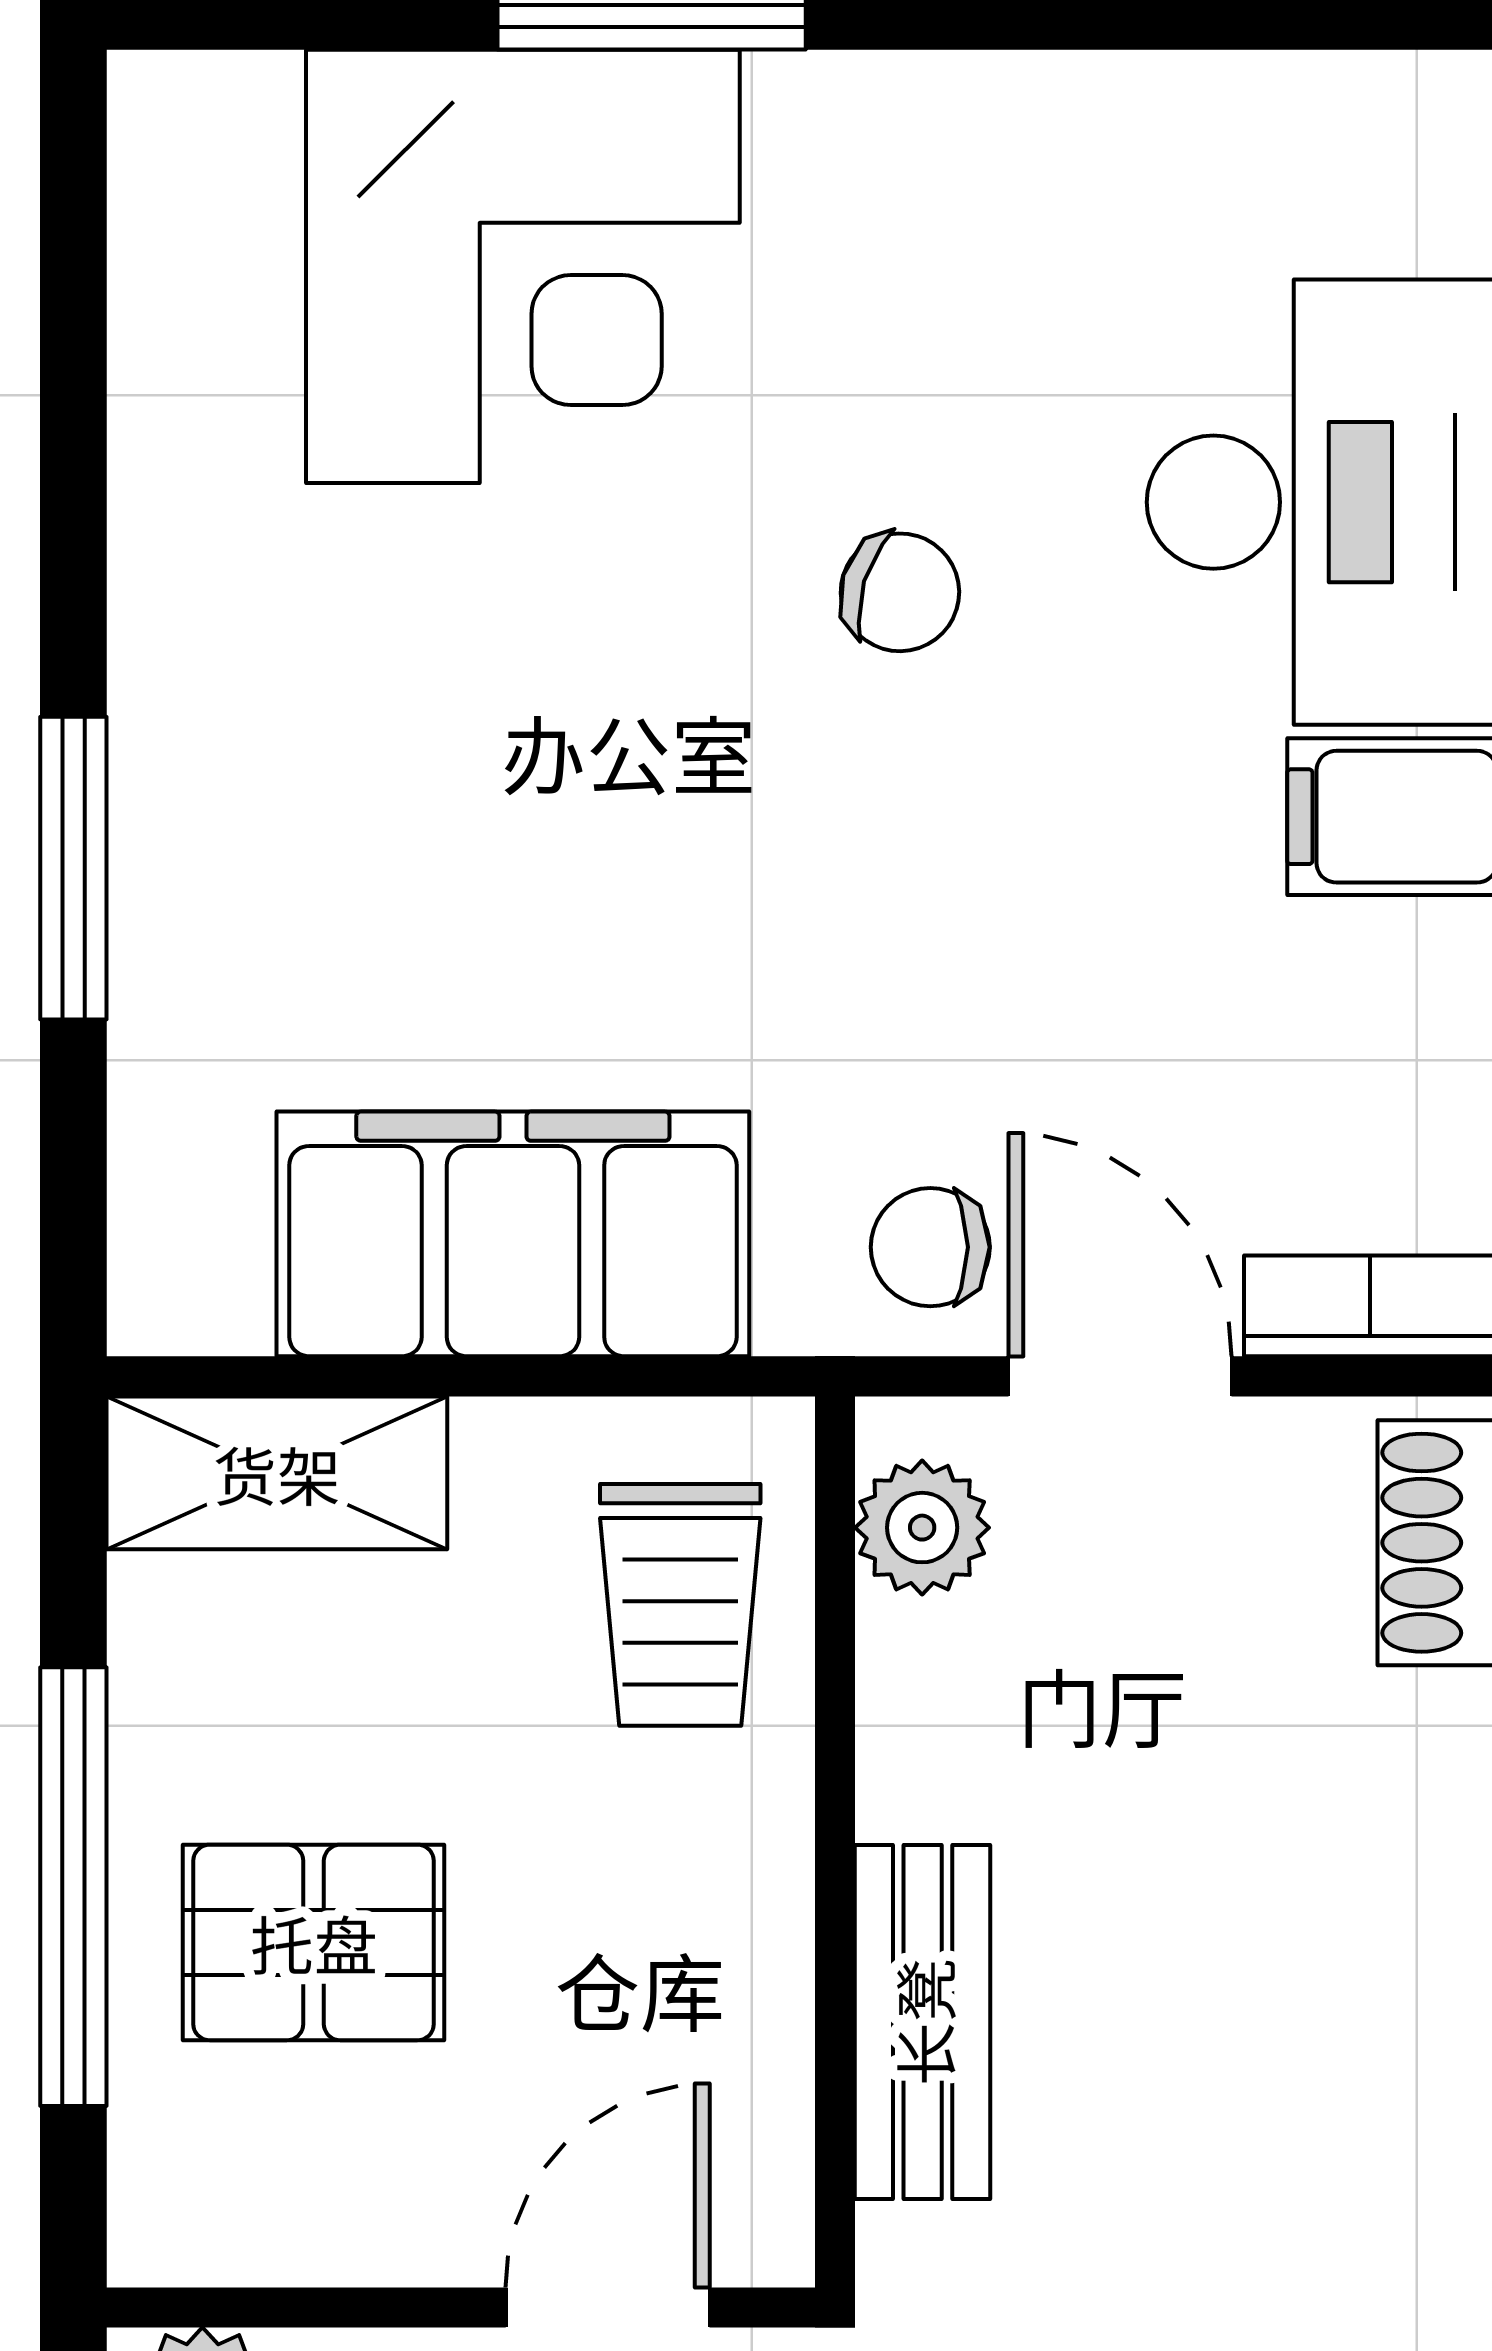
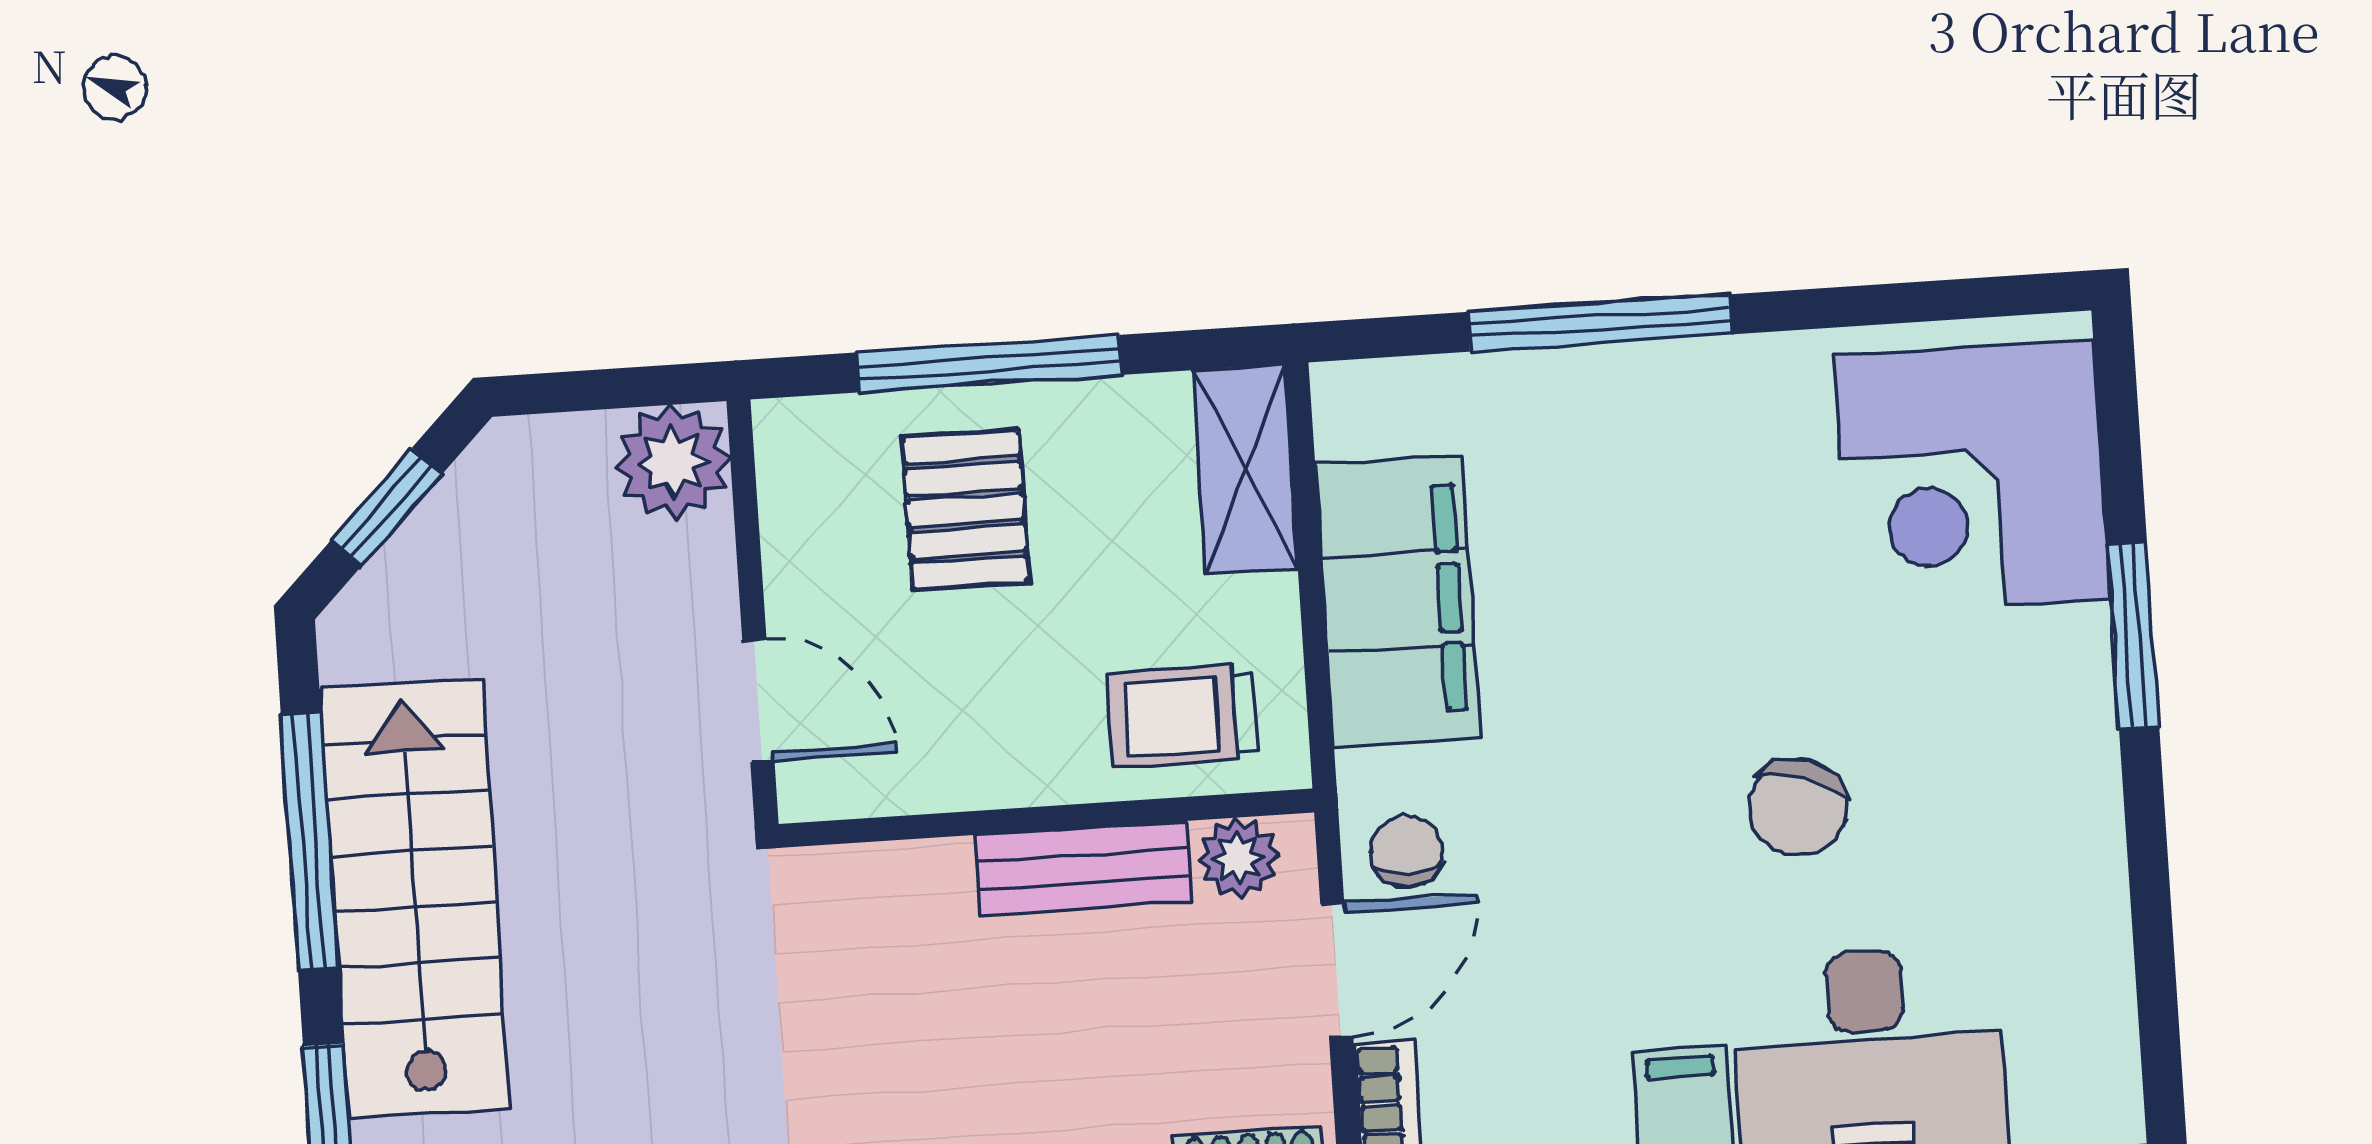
corner desk: (523, 266) -> (1972, 477), moved
chair: (900, 592) -> (1798, 807), width x1.37, depth x1.37
window: (73, 868) -> (1600, 323), width x1.44
bench: (923, 2022) -> (1084, 868), moved

